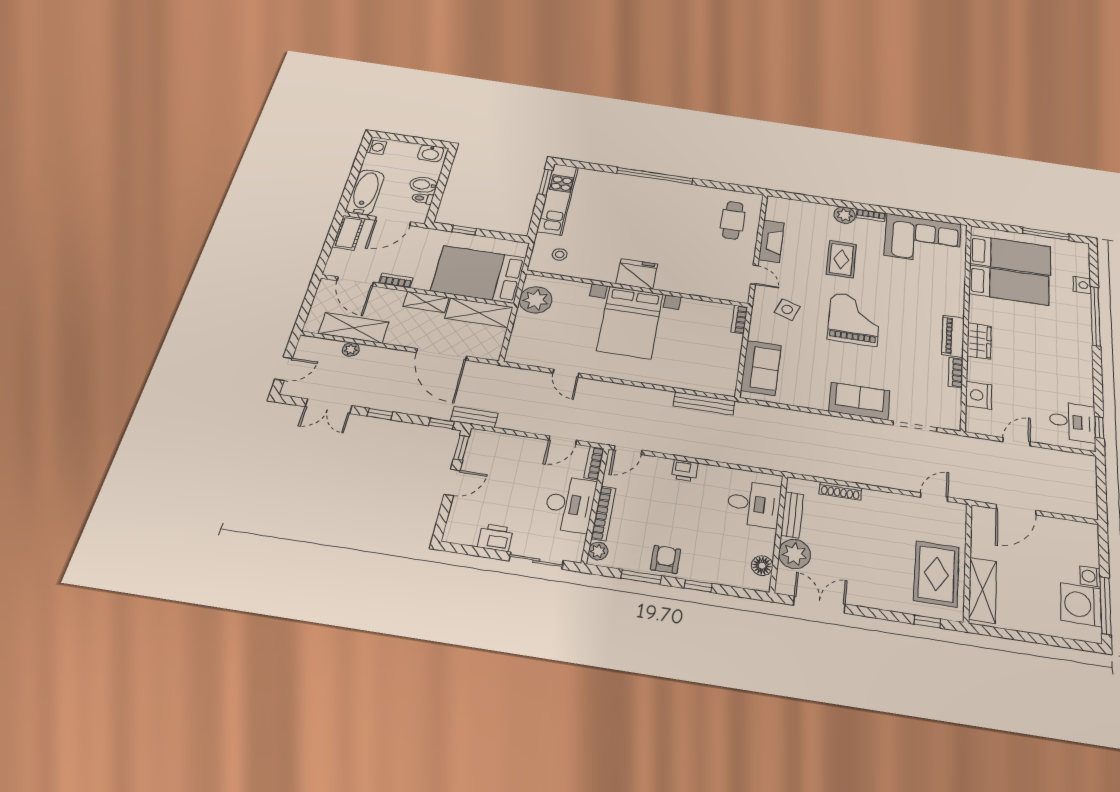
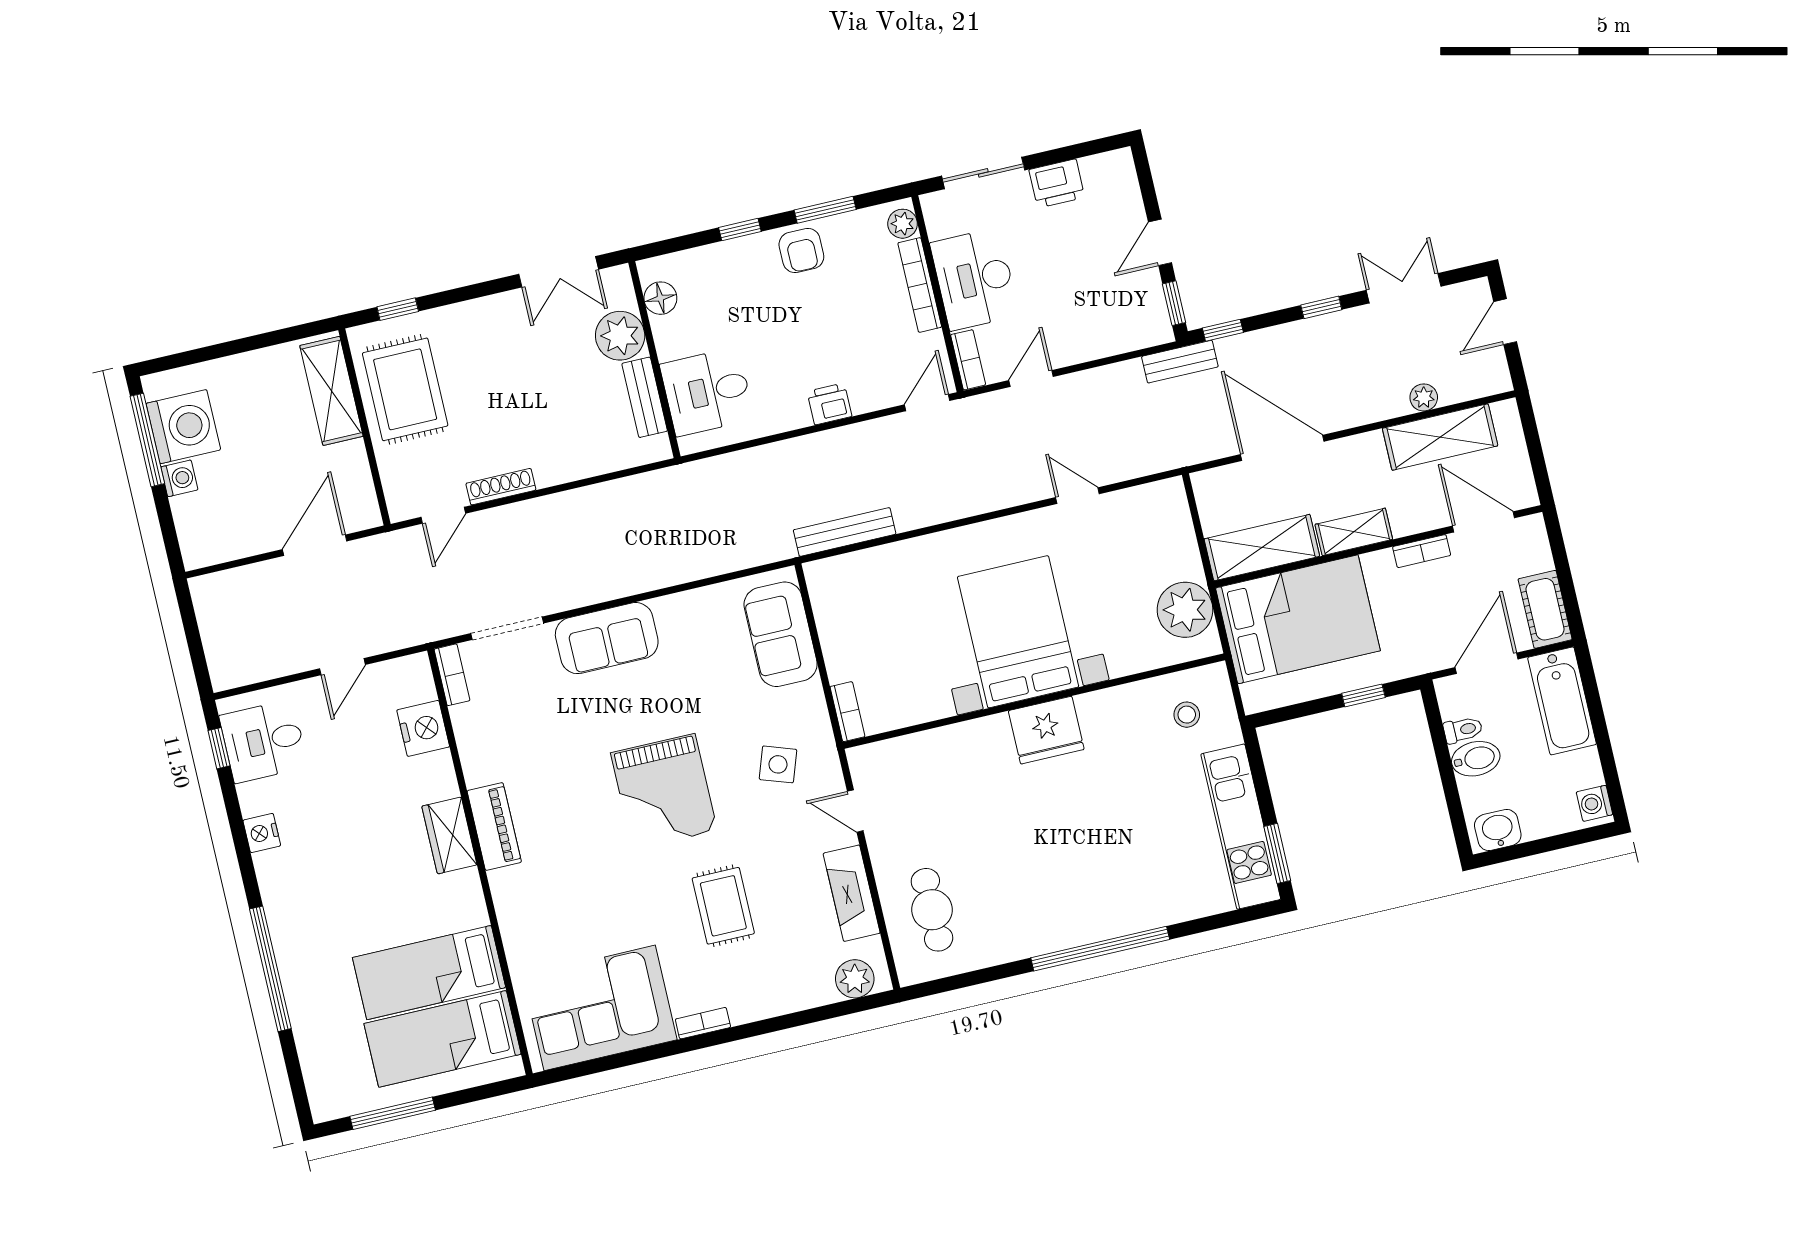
plant: (845, 215) -> (855, 979), moved
nightstand: (1082, 285) -> (262, 833), moved
bookcase: (956, 373) -> (452, 675), moved
shoe rack: (840, 491) -> (501, 487), moved

